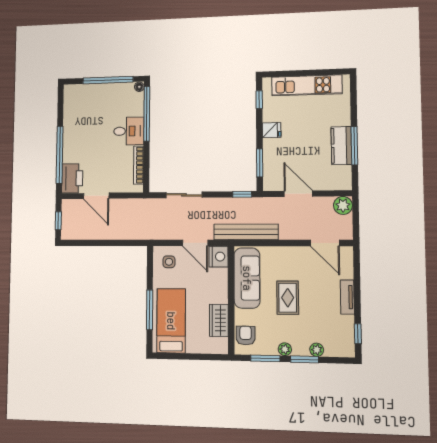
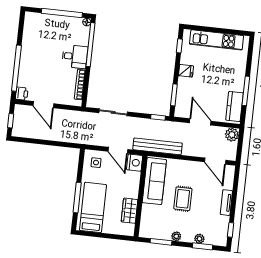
kitchen counter: (341, 146) -> (234, 106), moved
printer: (72, 178) -> (22, 94), width x0.53, depth x0.68
armchair: (246, 335) -> (148, 224), removed
window: (305, 359) -> (202, 246), moved

